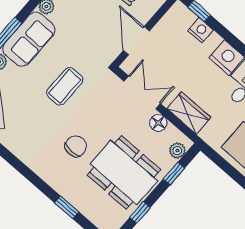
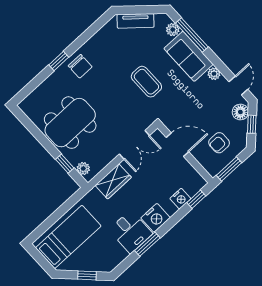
floor lamp: (158, 123) -> (108, 155), removed
chair: (76, 146) -> (80, 66), moved
window: (67, 207) -> (59, 61), moved
window: (140, 212) -> (36, 132), removed

